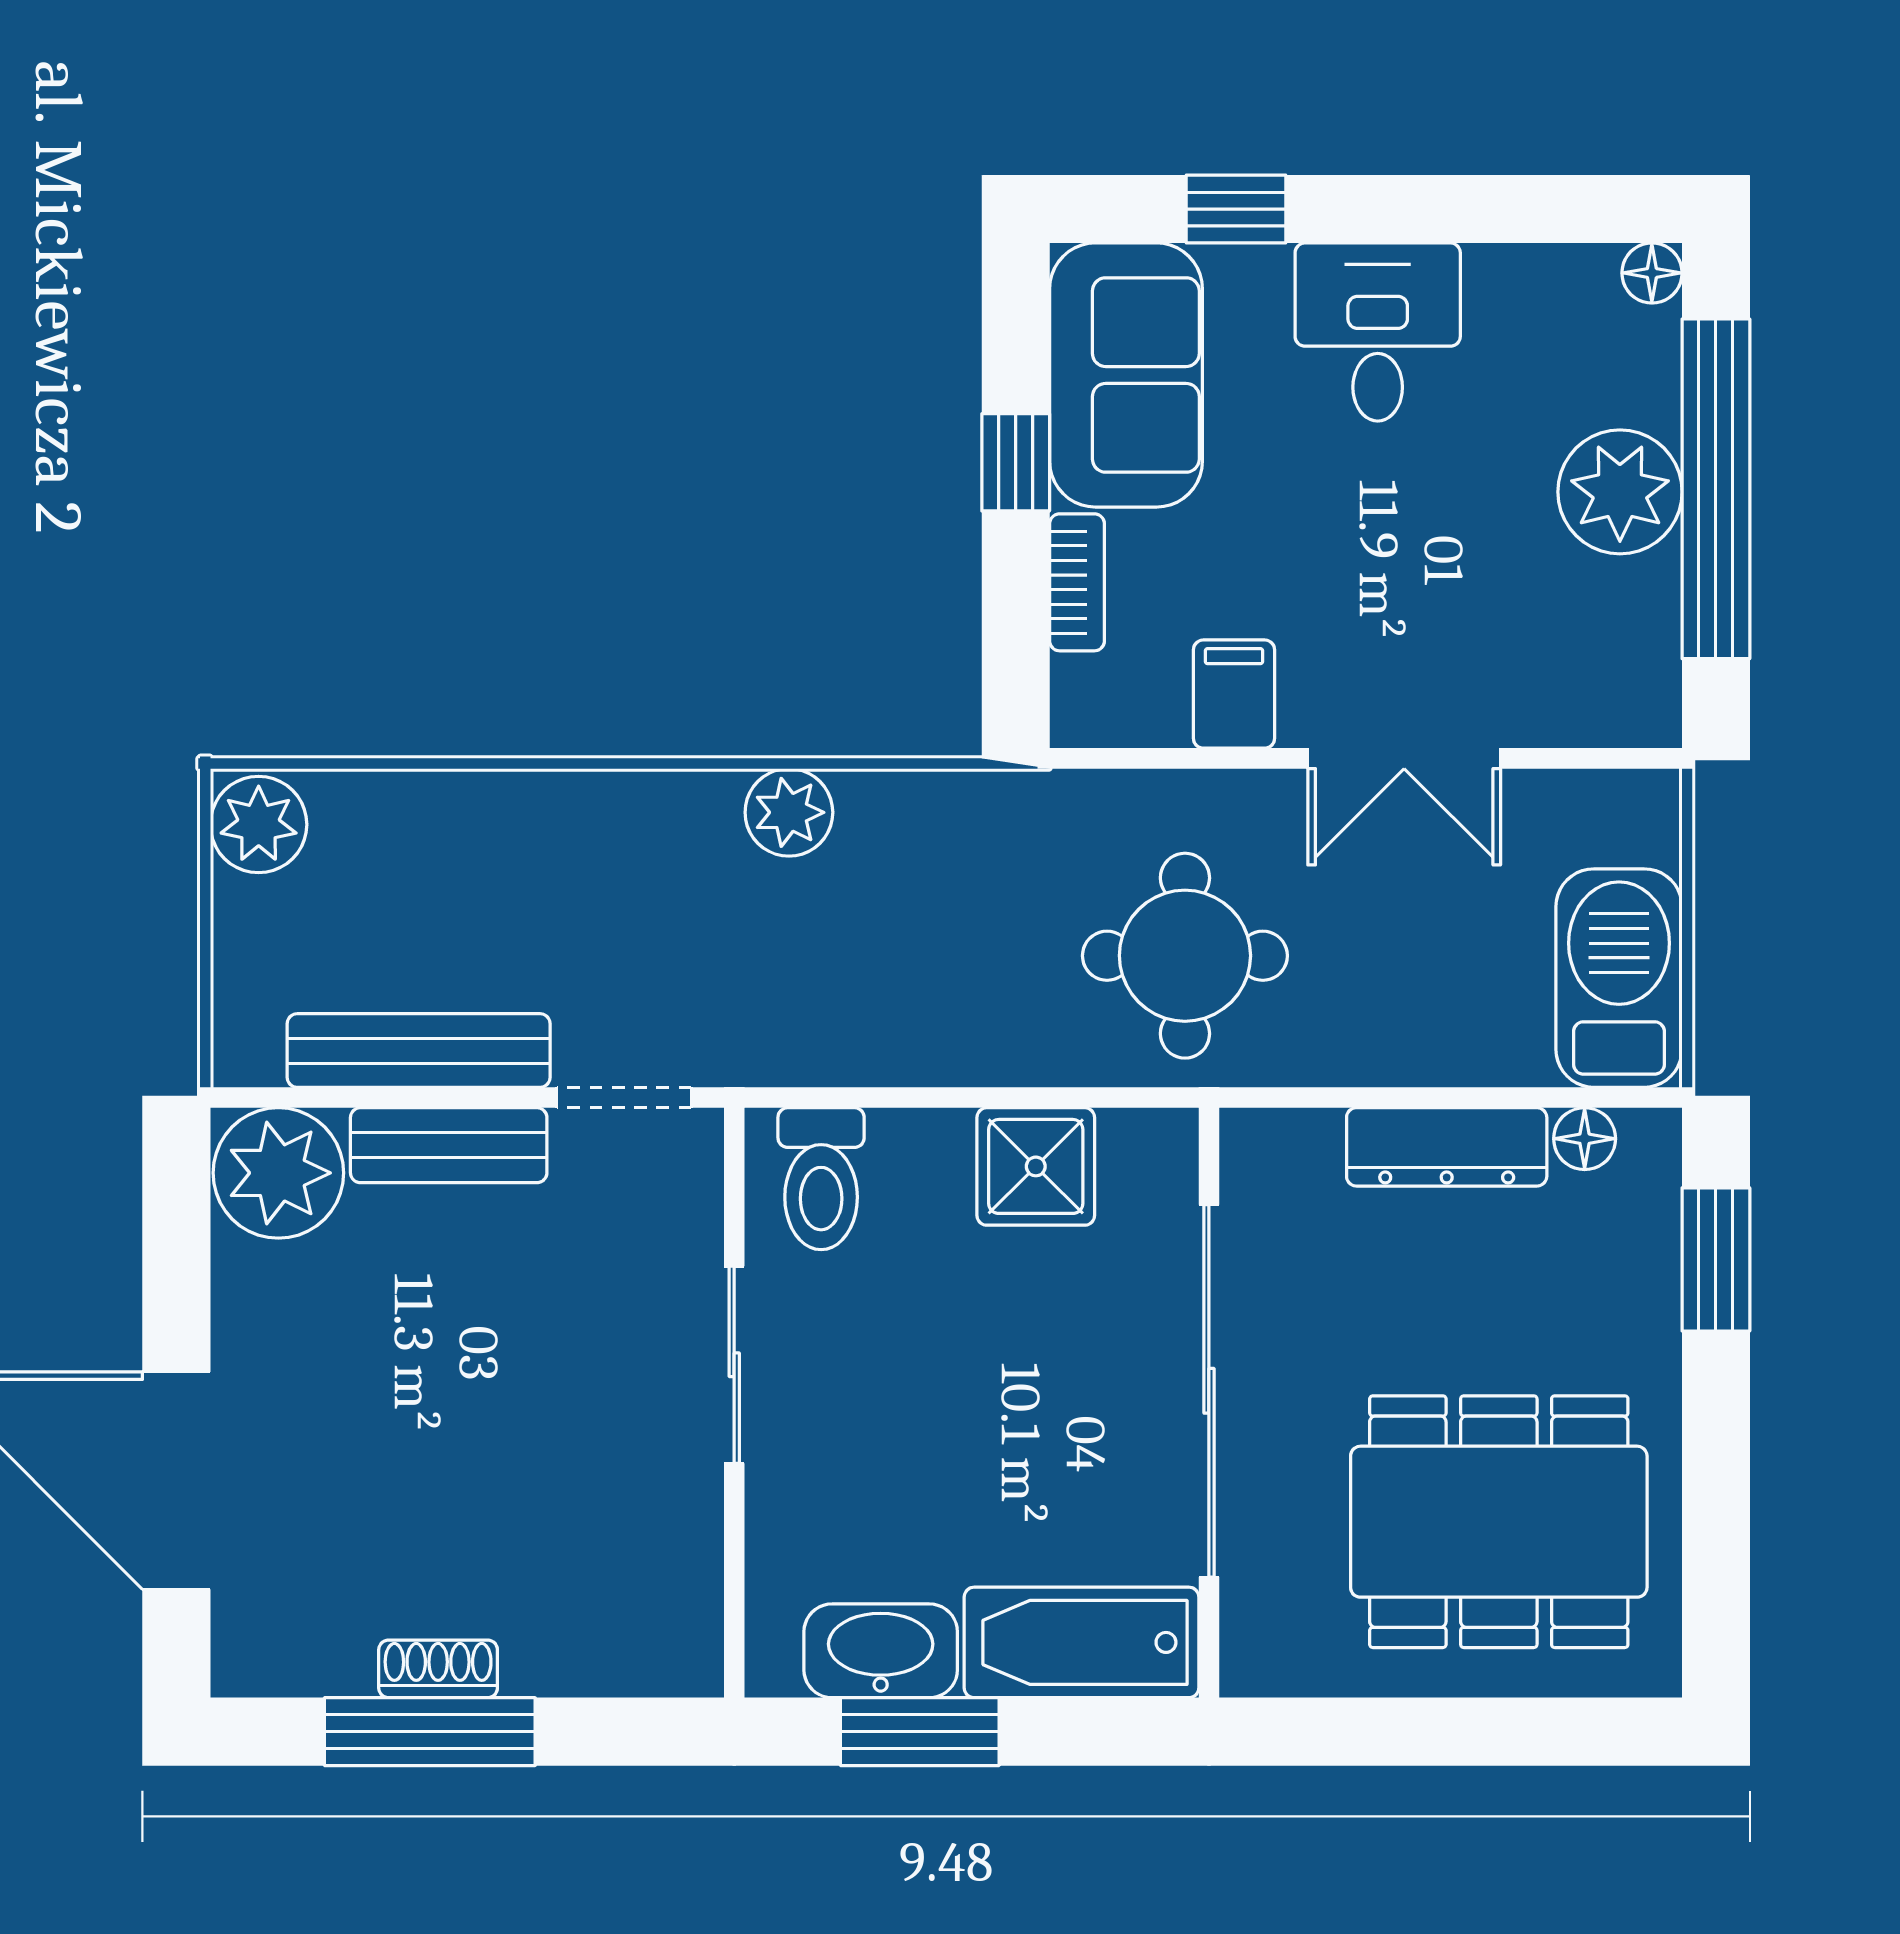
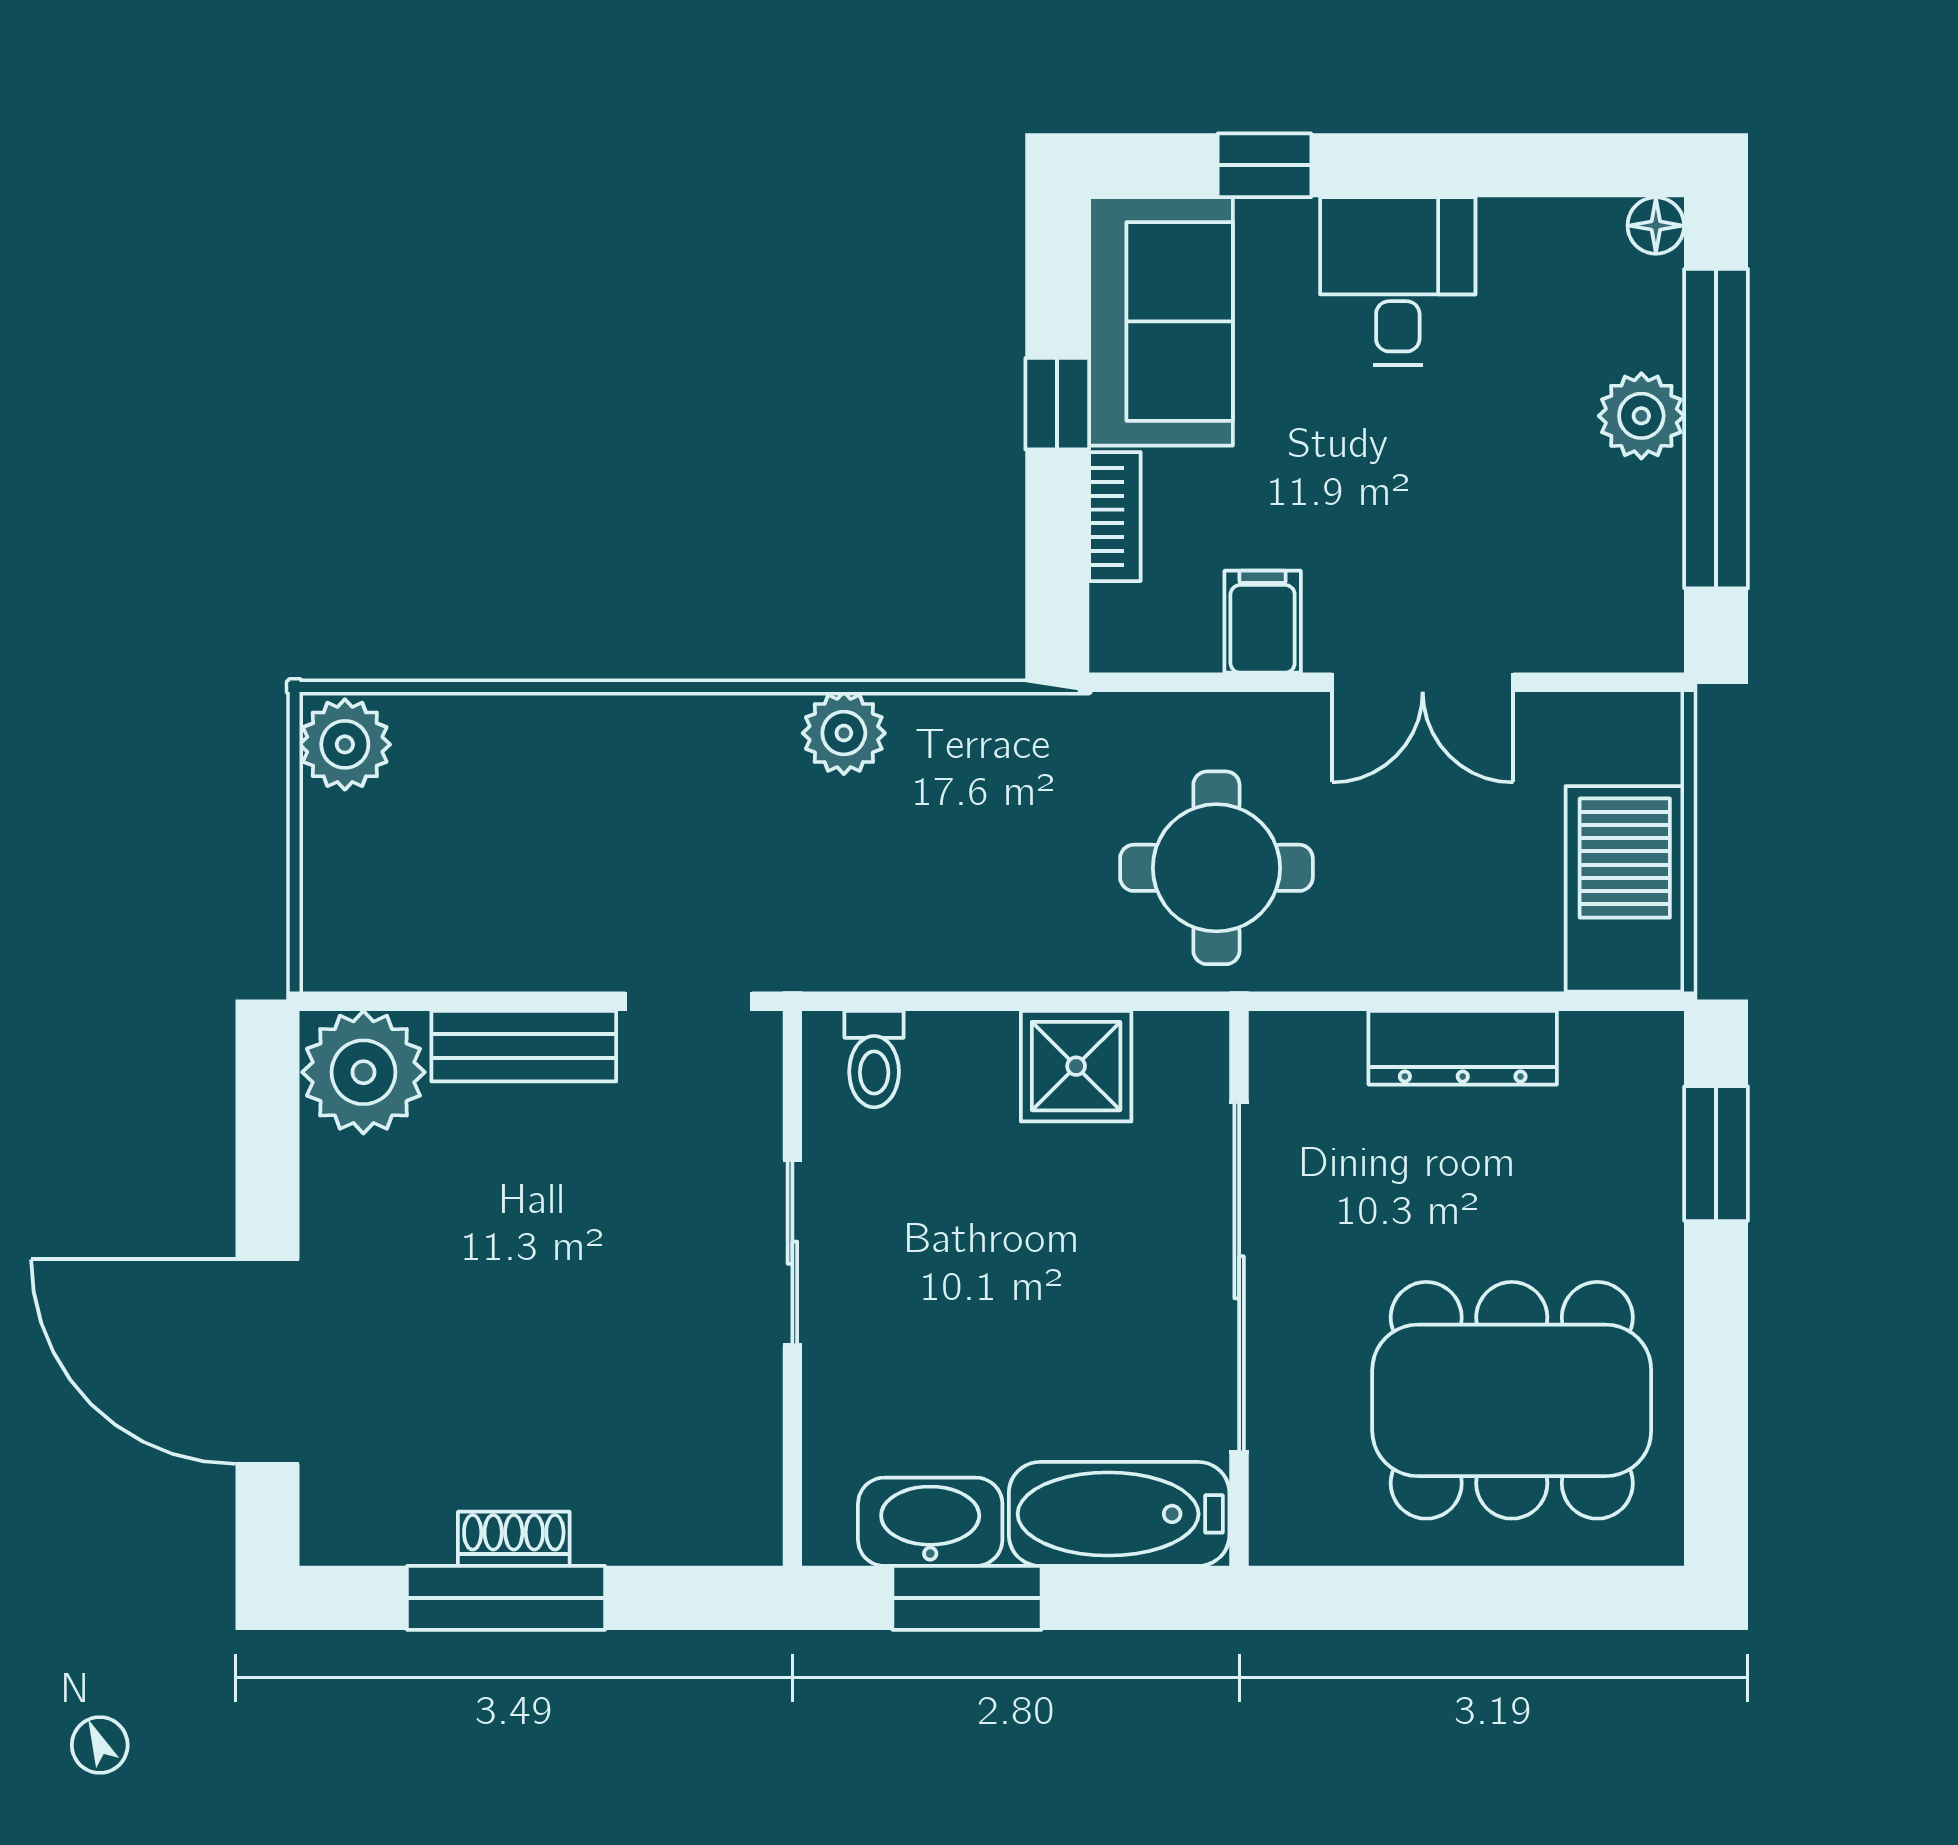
plant: (1620, 492) -> (1641, 416), width x0.73, depth x0.73
bench: (419, 1051) -> (495, 957), removed
floor lamp: (1585, 1139) -> (1592, 1040), removed
toilet: (821, 1179) -> (874, 1059), width x0.73, depth x0.72

